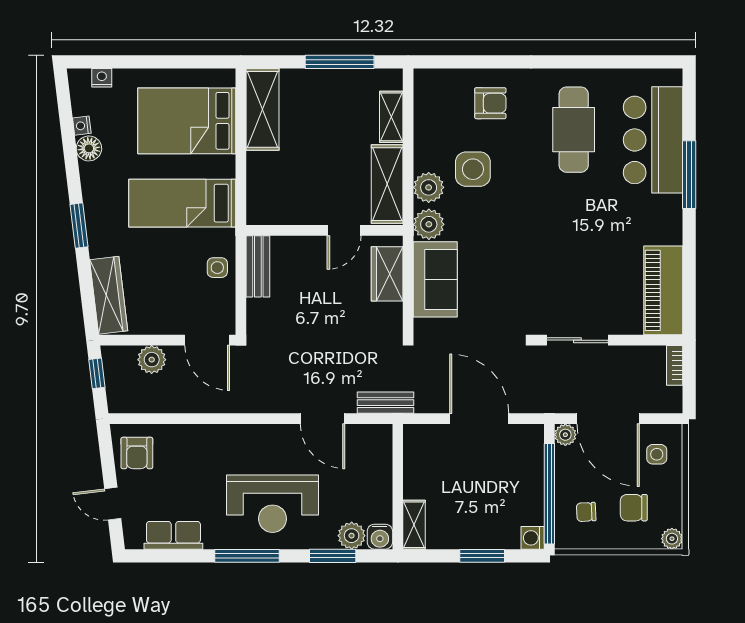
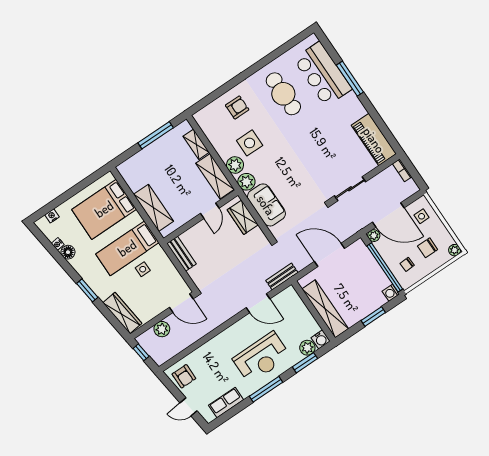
shelving: (263, 109) -> (153, 208), moved
side table: (217, 268) -> (143, 269), moved
shelving: (414, 525) -> (325, 309), width x2.20, depth x1.33

